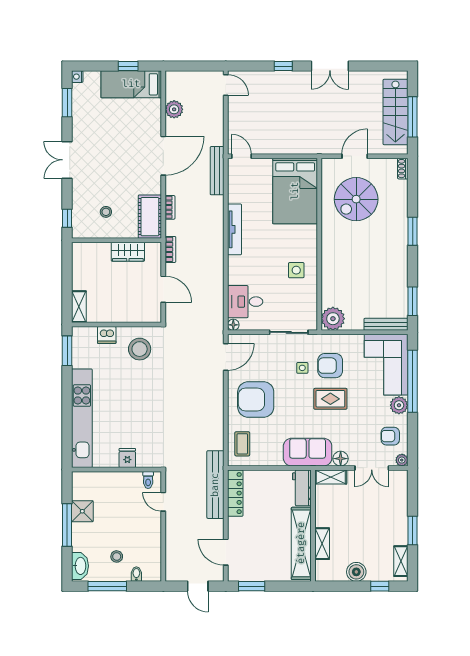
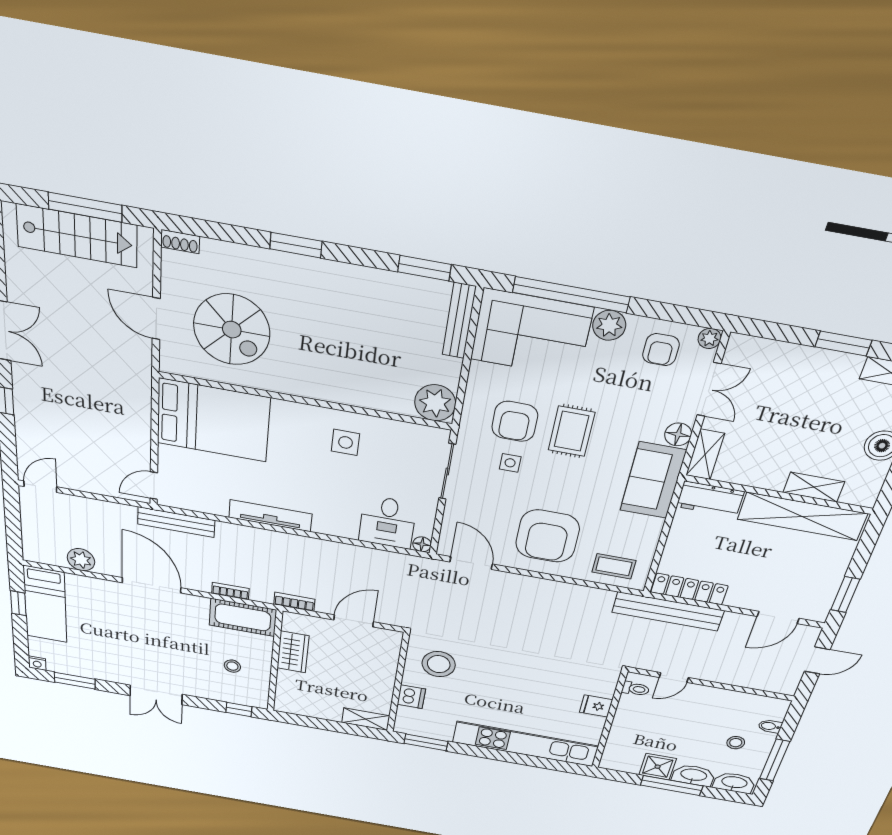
washbasin: (80, 537) -> (693, 775), added

